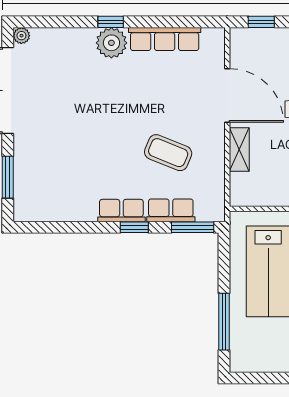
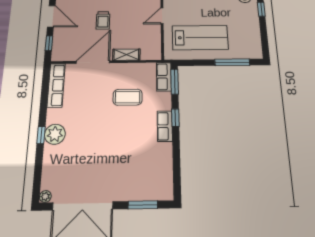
row of seats: (165, 39) -> (56, 85), moved
coffee table: (168, 153) -> (128, 97), turned 68
row of seats: (171, 210) -> (164, 77), moved

